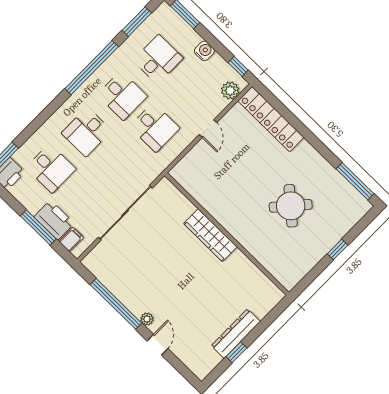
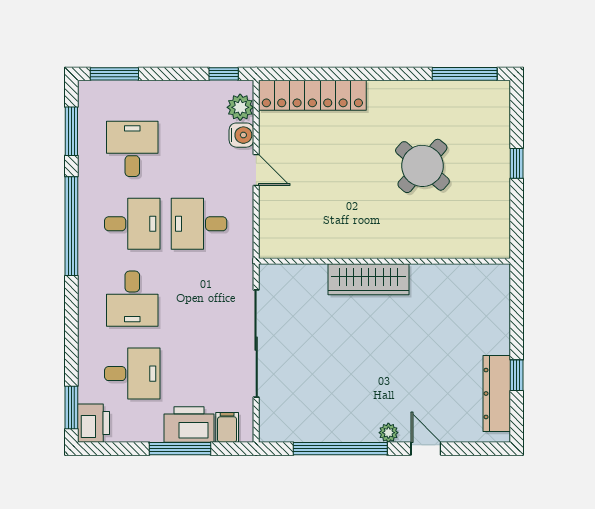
water cooler: (204, 51) -> (241, 135), moved, turned 90
desk: (155, 127) -> (199, 224), turned 180
dresser: (236, 334) -> (497, 394), moved

